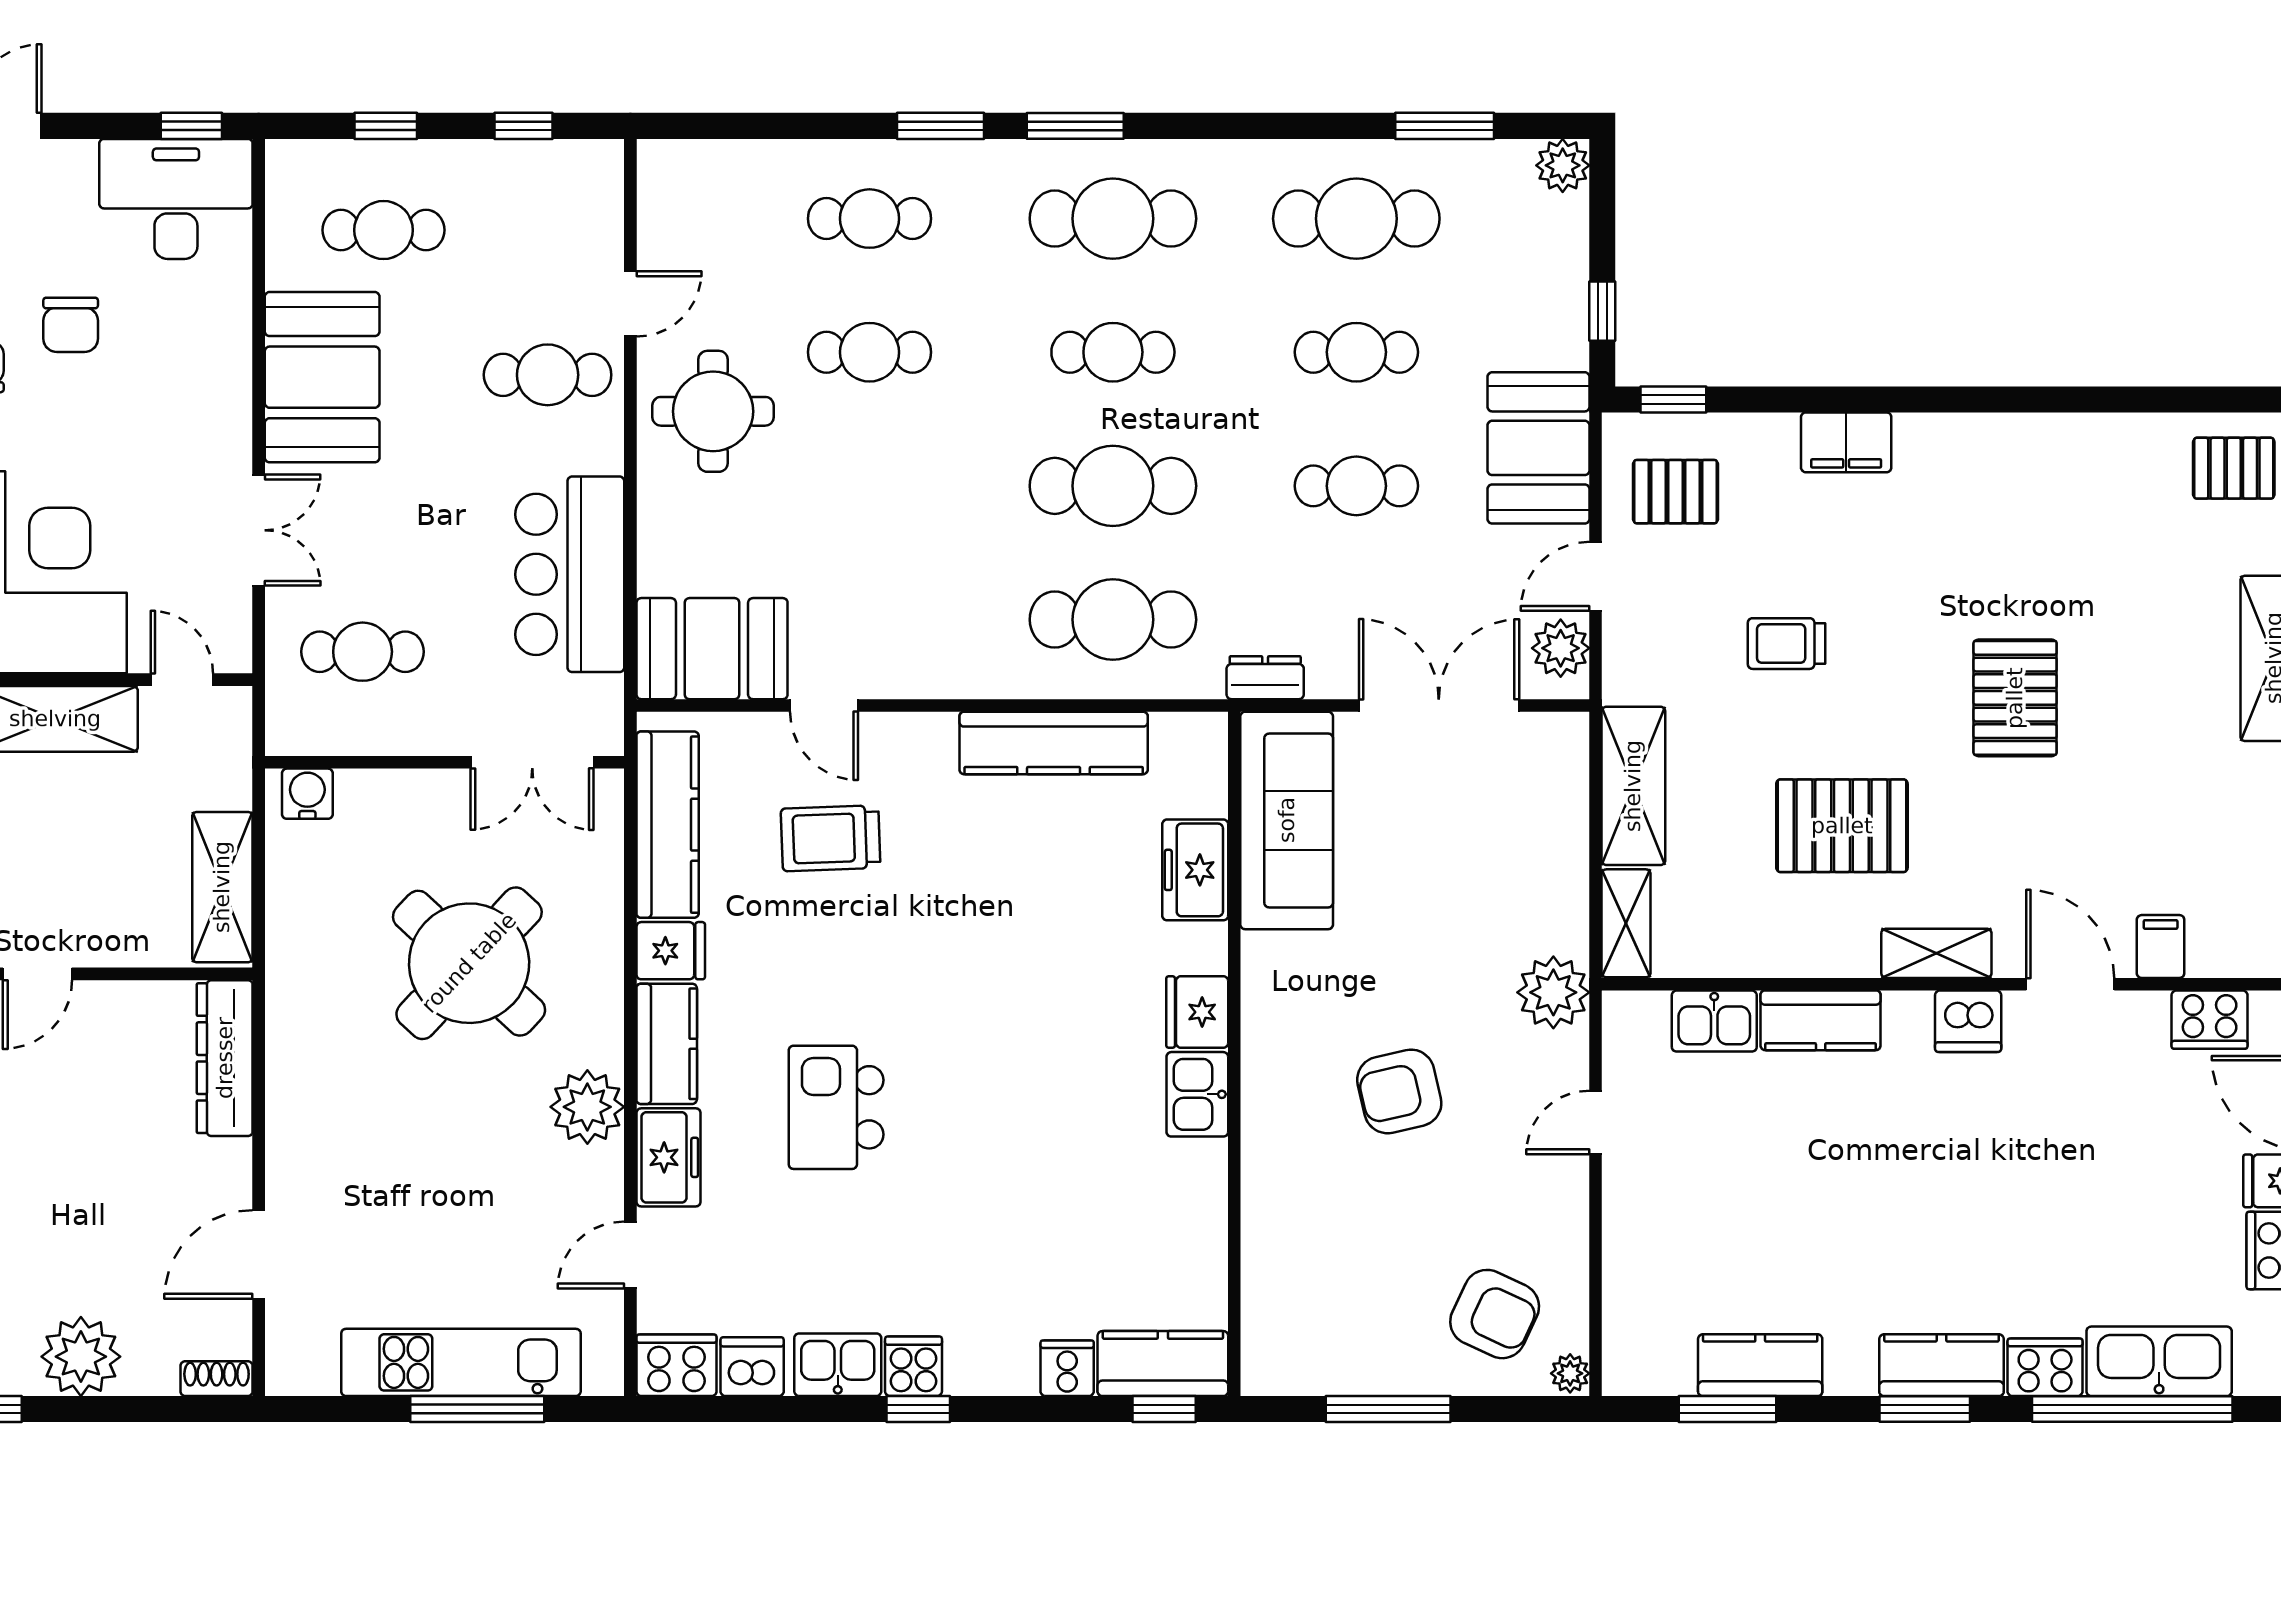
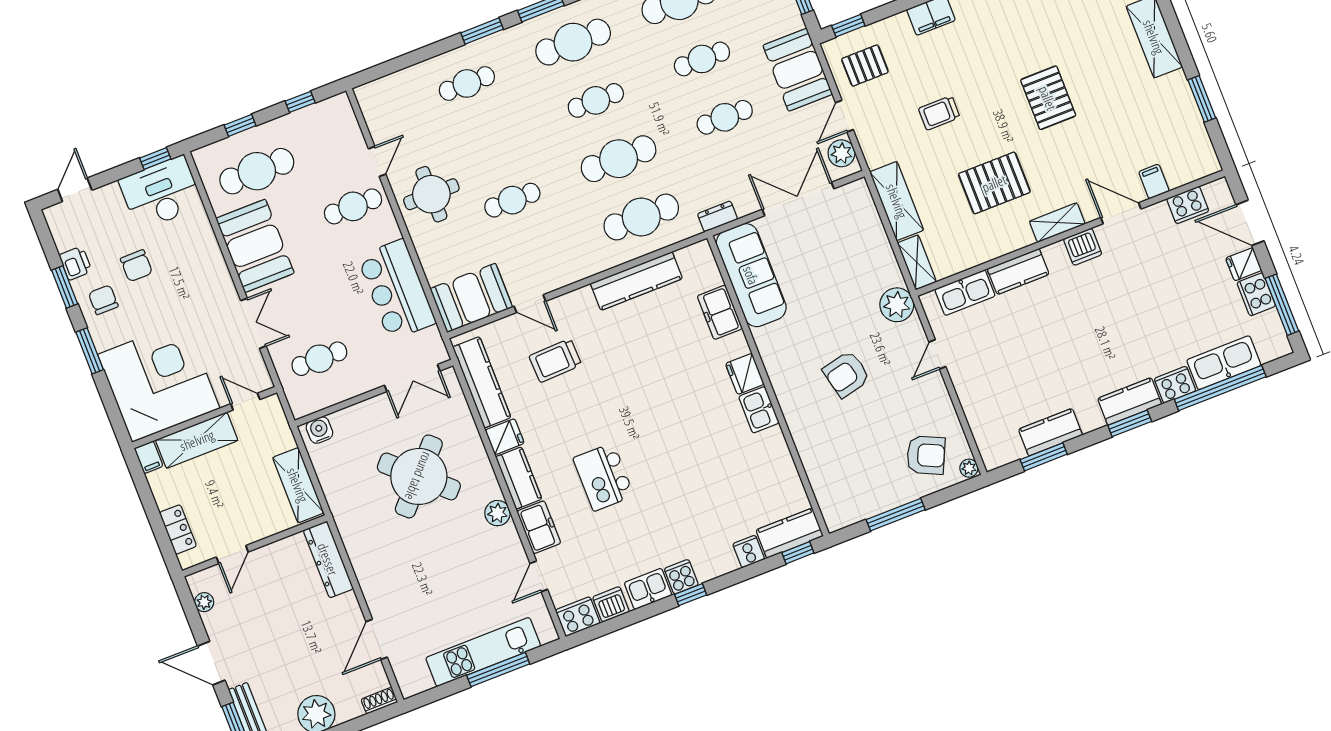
cafe table: (384, 230) -> (257, 171), width x1.37, depth x1.35
cafe table: (869, 352) -> (512, 200), moved
kitchen sink: (1714, 1021) -> (965, 293), width x1.38
plant: (587, 1107) -> (497, 513), width x0.73, depth x0.73

